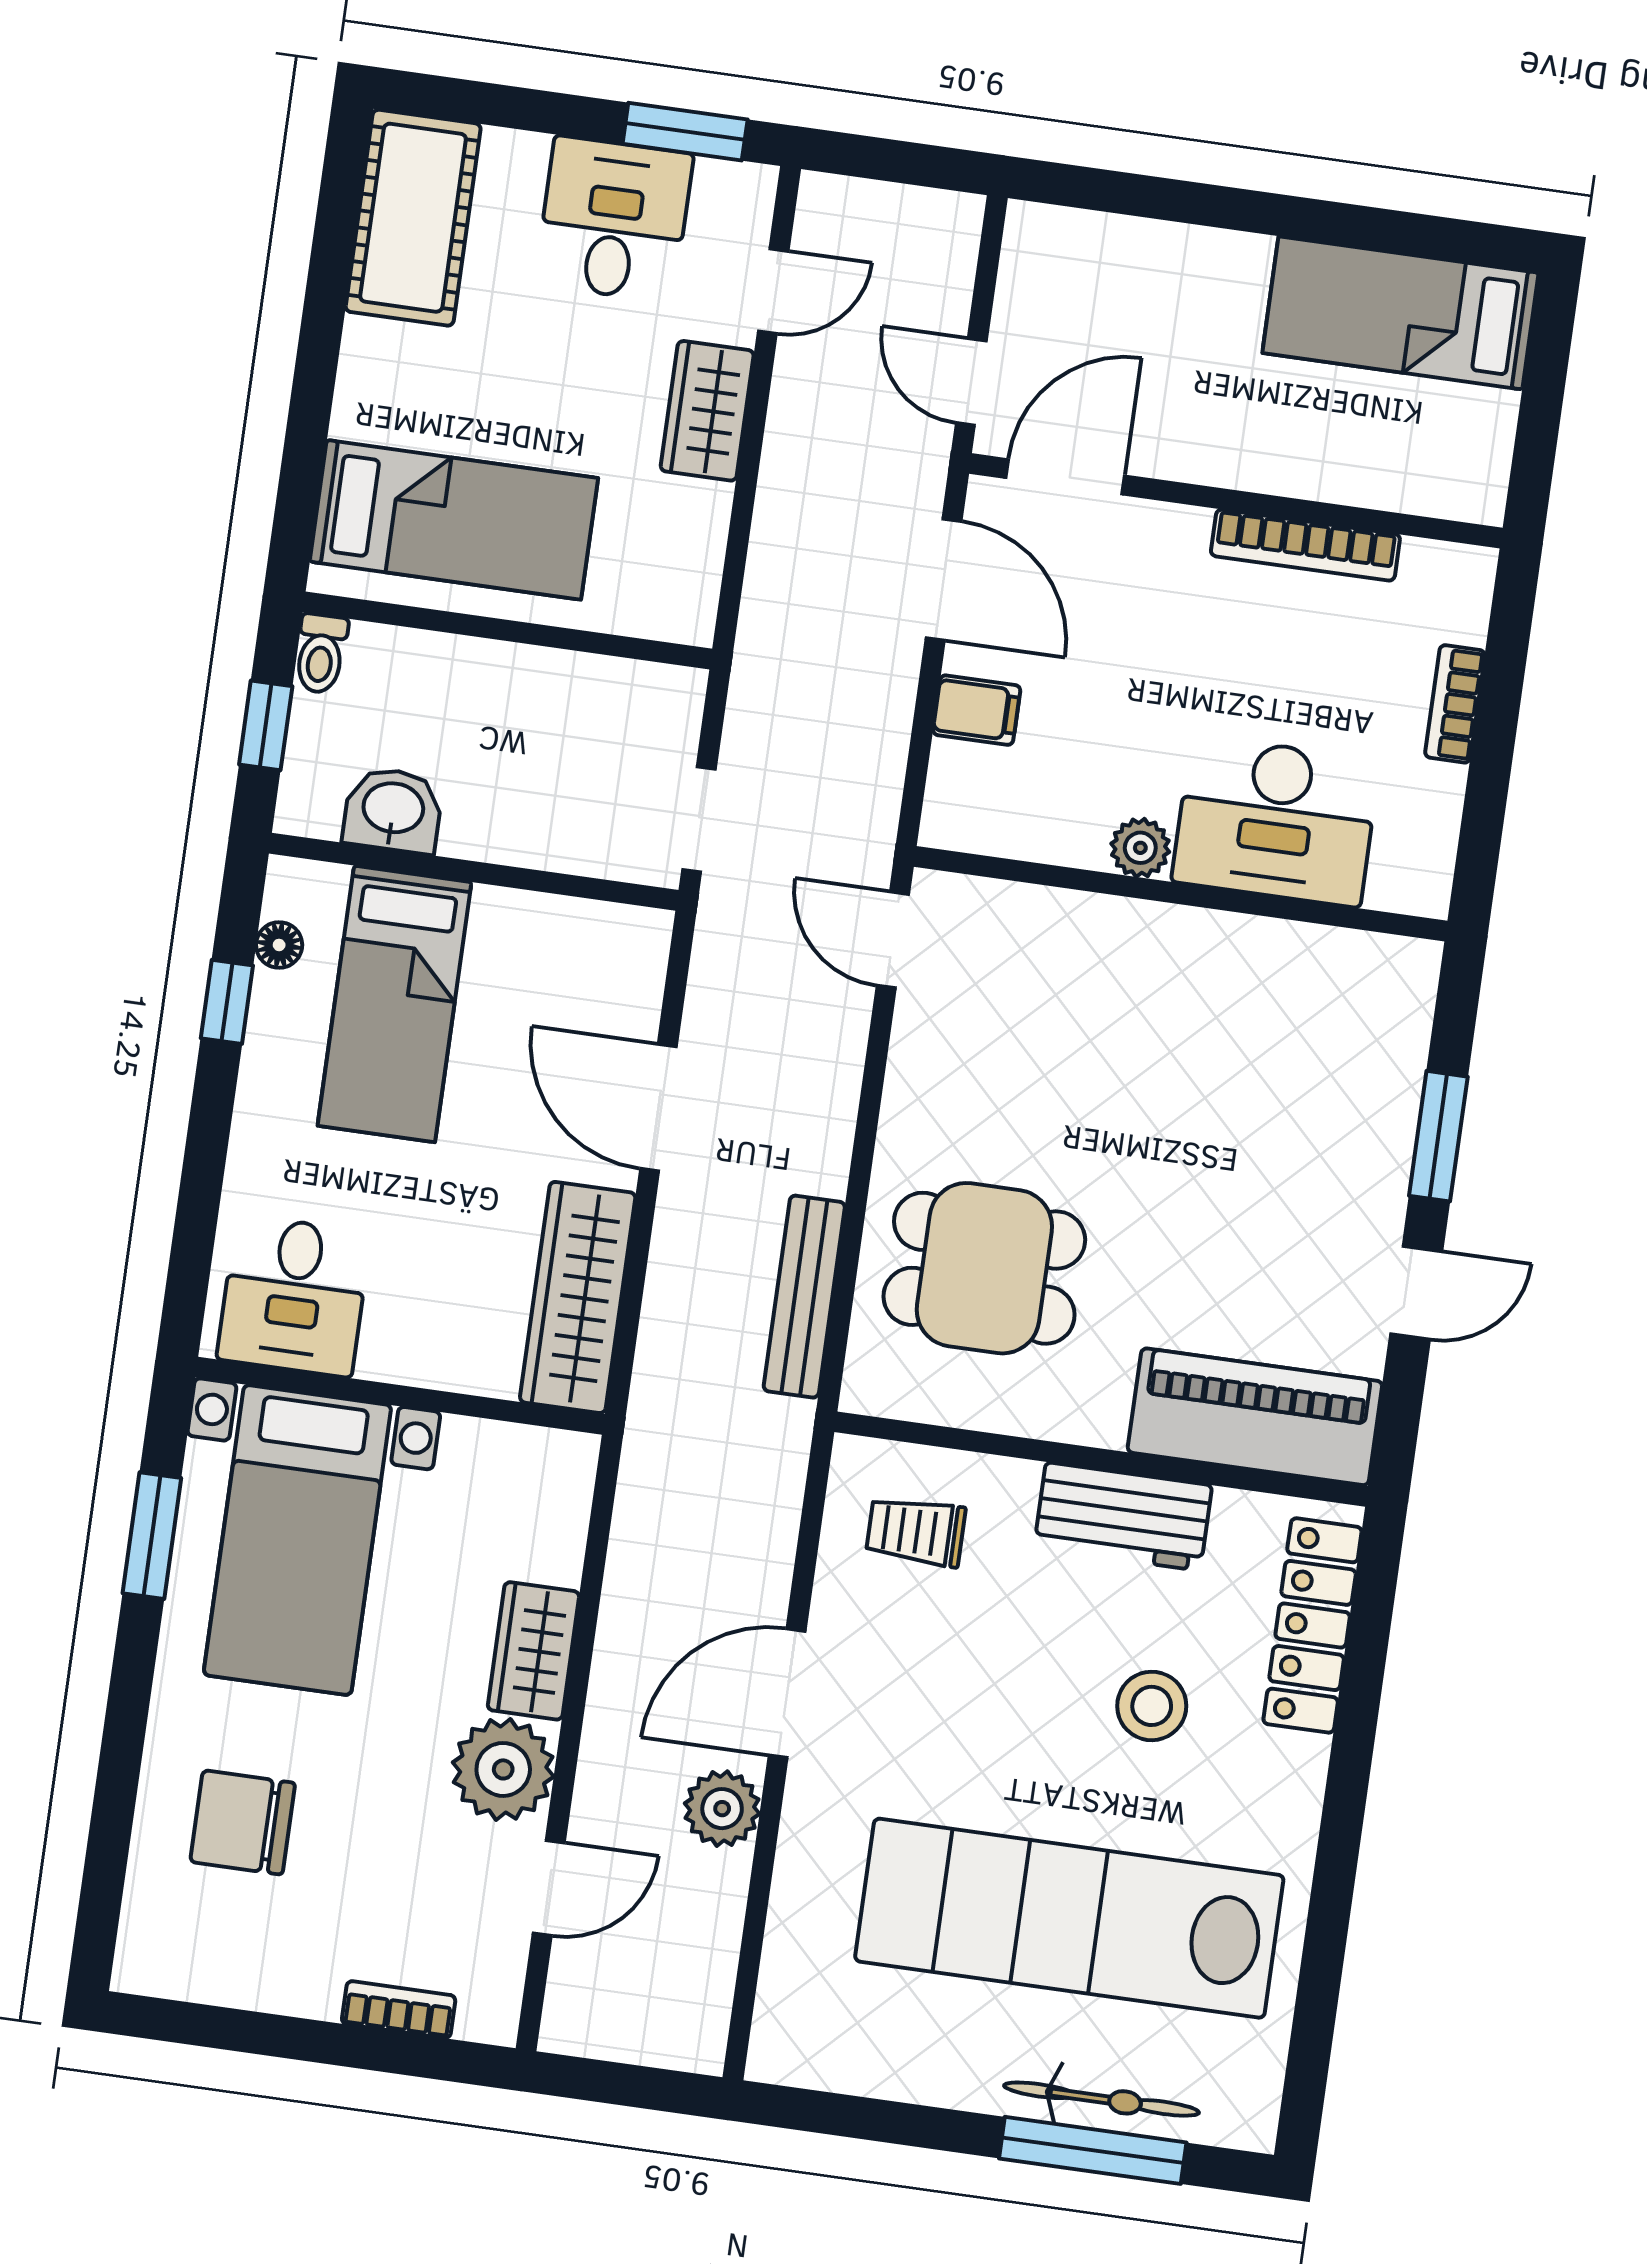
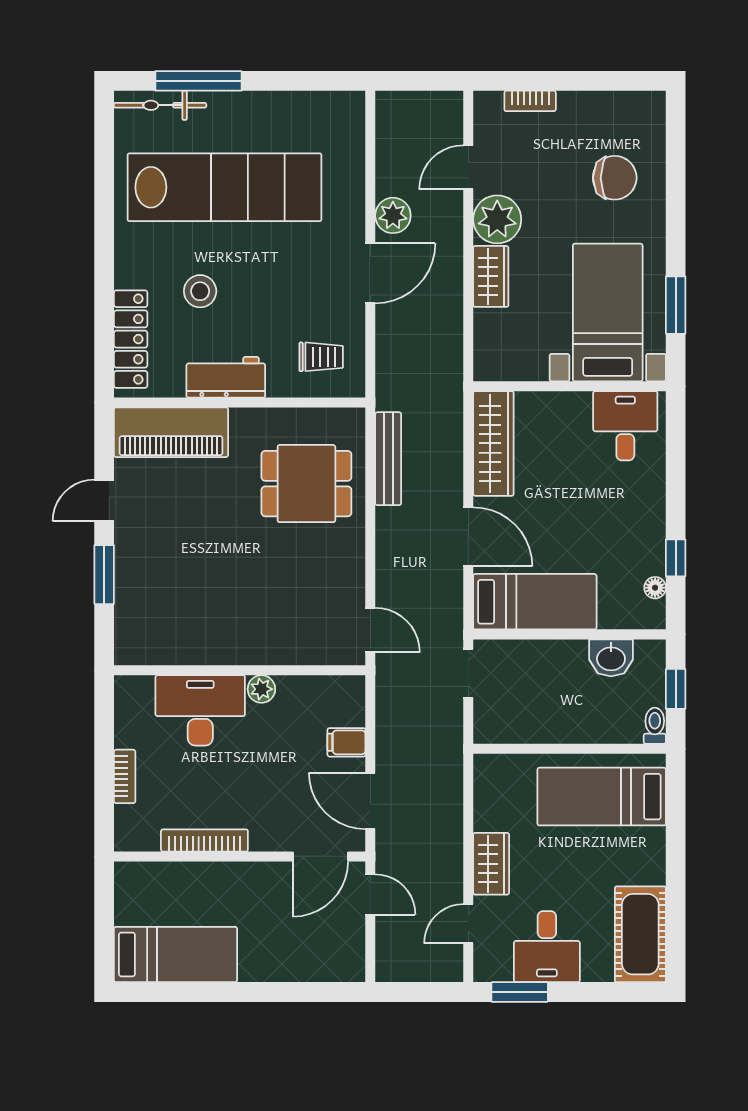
bed: (395, 1004) -> (535, 602), moved, turned 90
bicycle: (1102, 2099) -> (160, 105), moved

